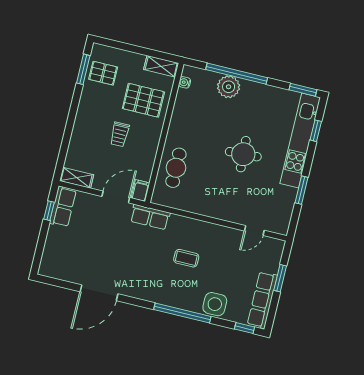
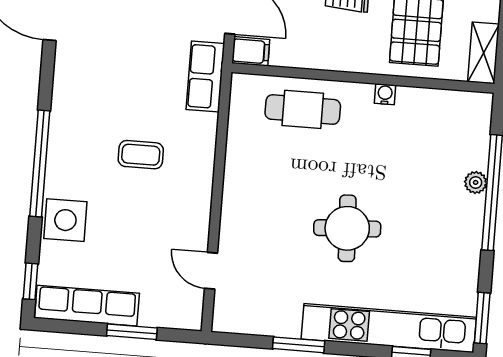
water cooler: (185, 82) -> (385, 94), moved
plant: (229, 87) -> (476, 182), width x0.53, depth x0.53
coffee table: (186, 258) -> (141, 155), turned 90

